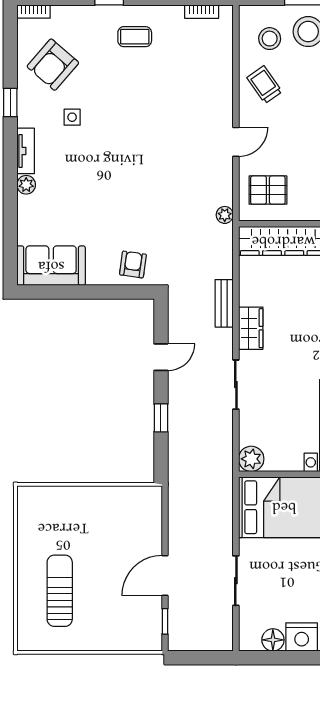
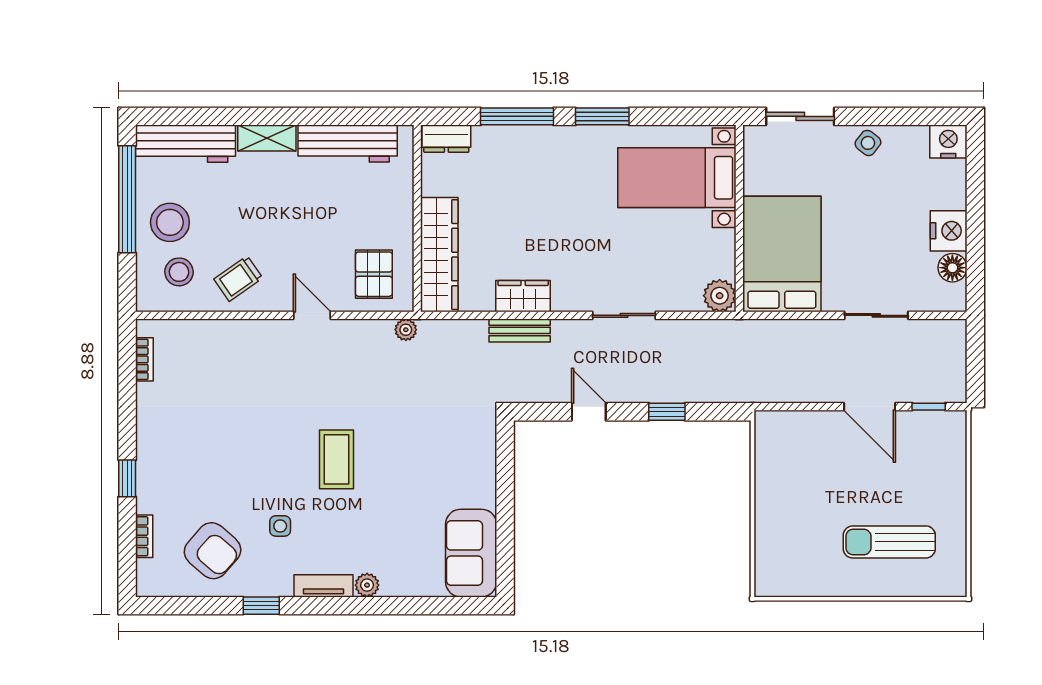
bookcase: (34, 11) -> (144, 536), moved
coffee table: (135, 37) -> (337, 459), moved, width x1.36, depth x1.30
armchair: (133, 264) -> (470, 448), removed
wardrobe: (251, 328) -> (523, 296), moved

